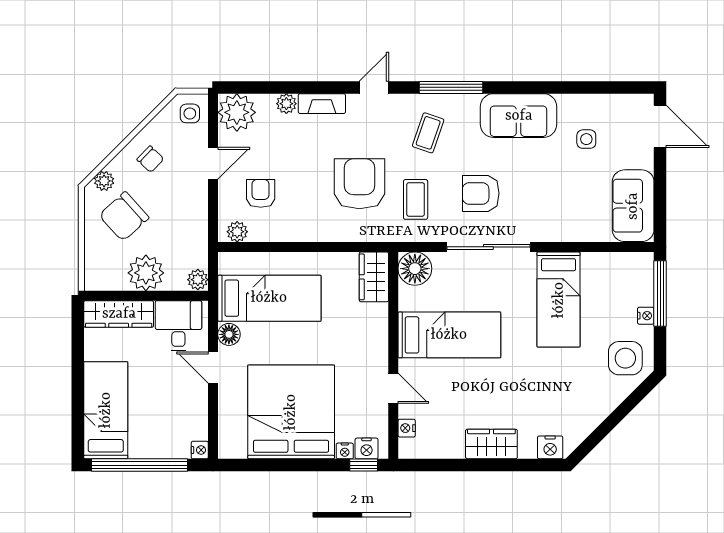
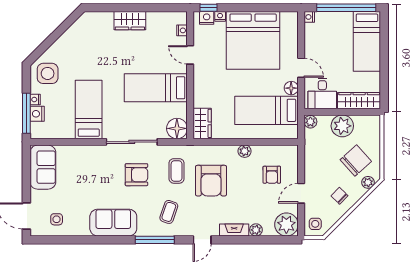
side table: (586, 139) -> (57, 219), moved
plant: (237, 232) -> (245, 151), moved
nightstand: (550, 447) -> (37, 114), moved, turned -90

